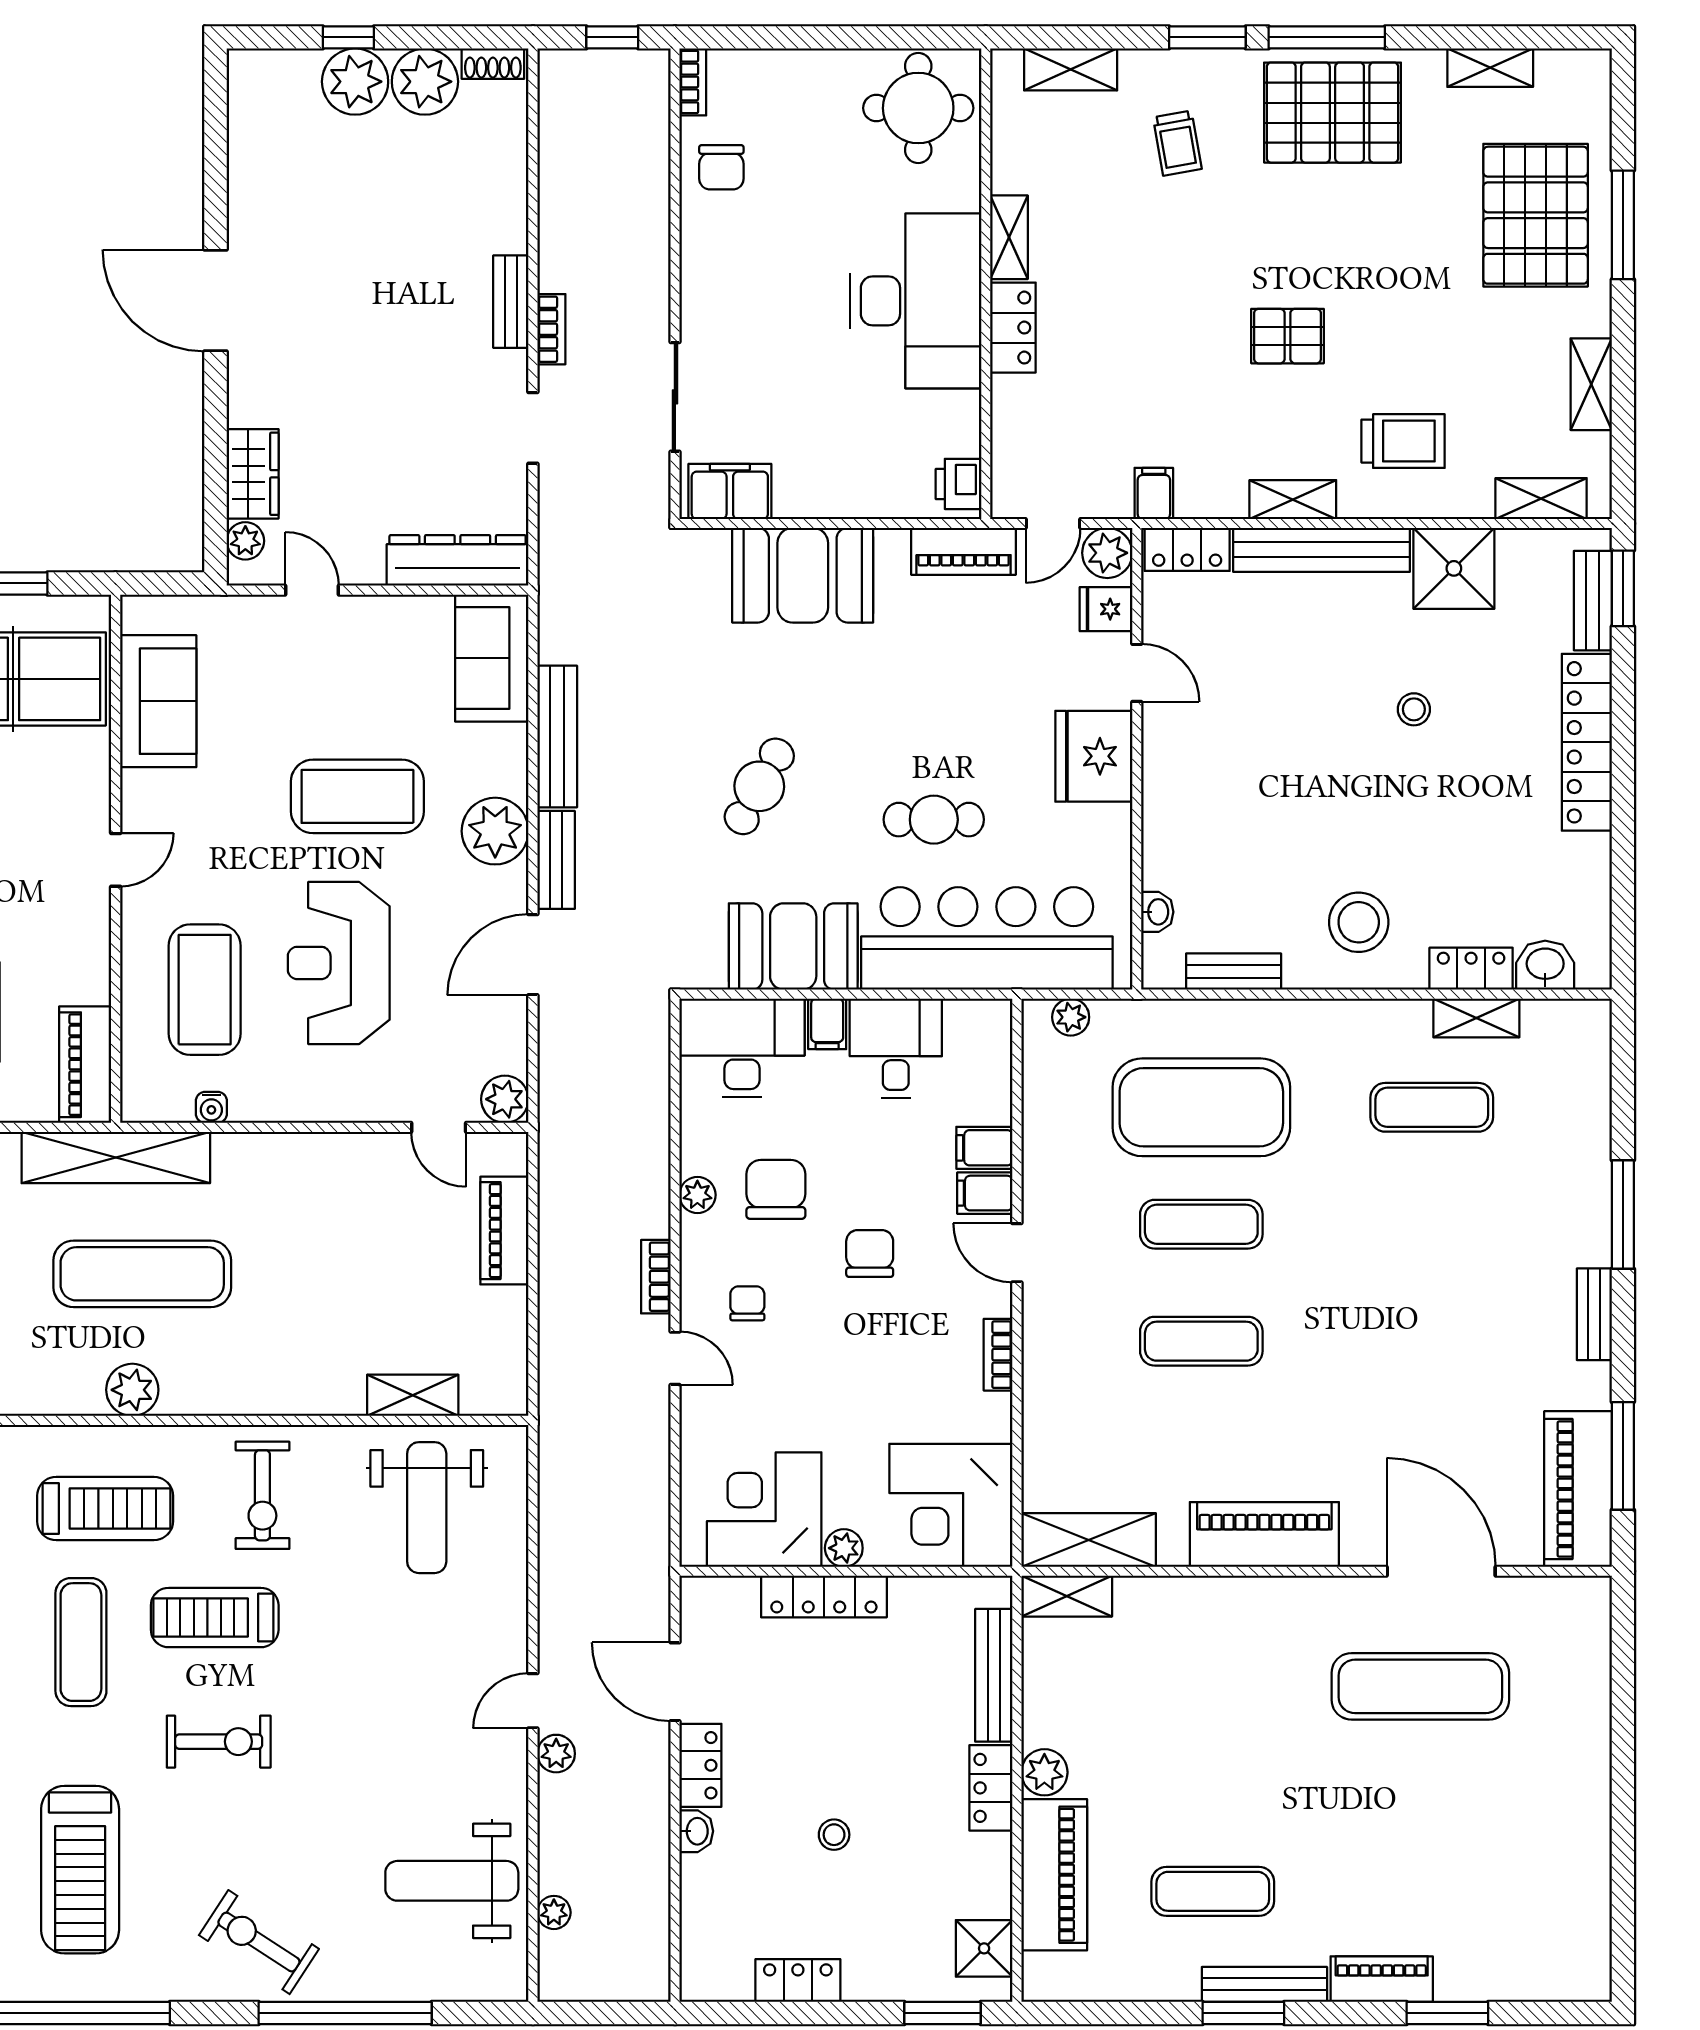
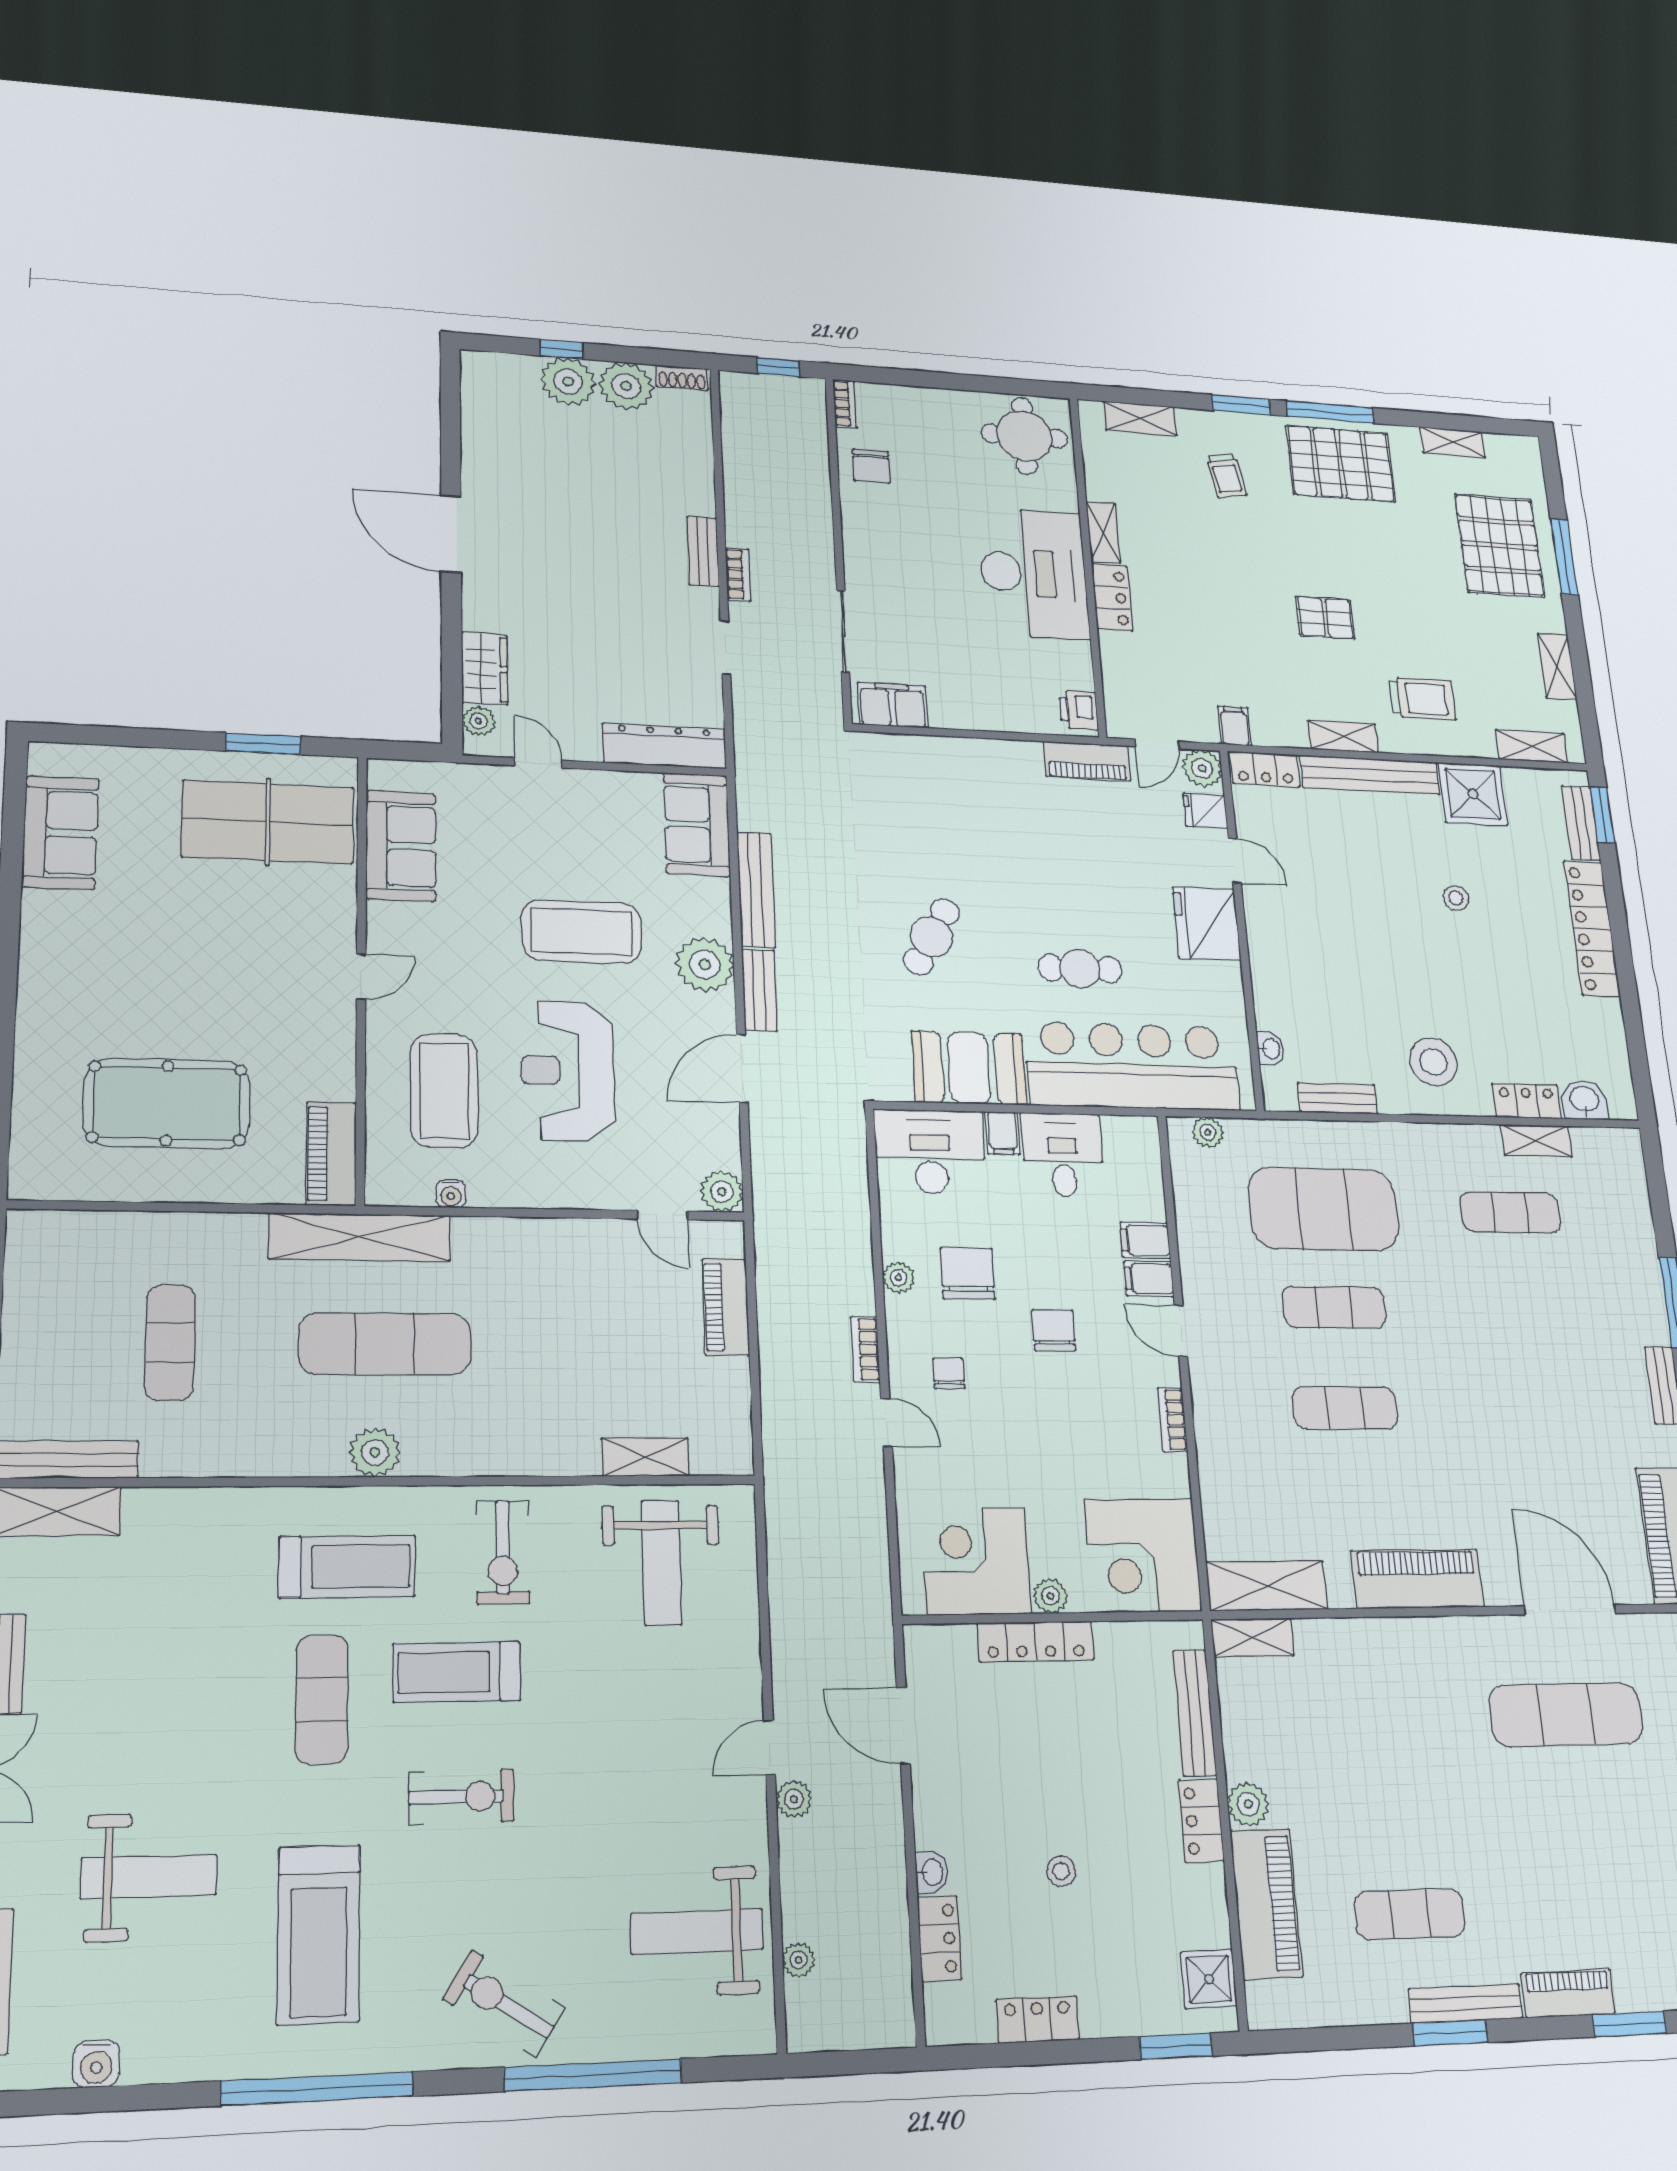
booth: (803, 575) -> (957, 773), removed
locker: (700, 1765) -> (939, 1939), moved

